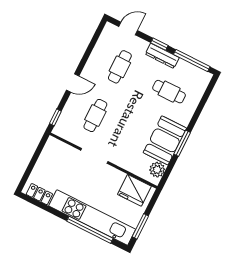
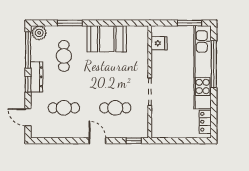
window: (182, 143) -> (70, 23), moved
plant: (157, 170) -> (39, 33), moved
fridge: (134, 190) -> (159, 43), width x0.53, depth x0.75

